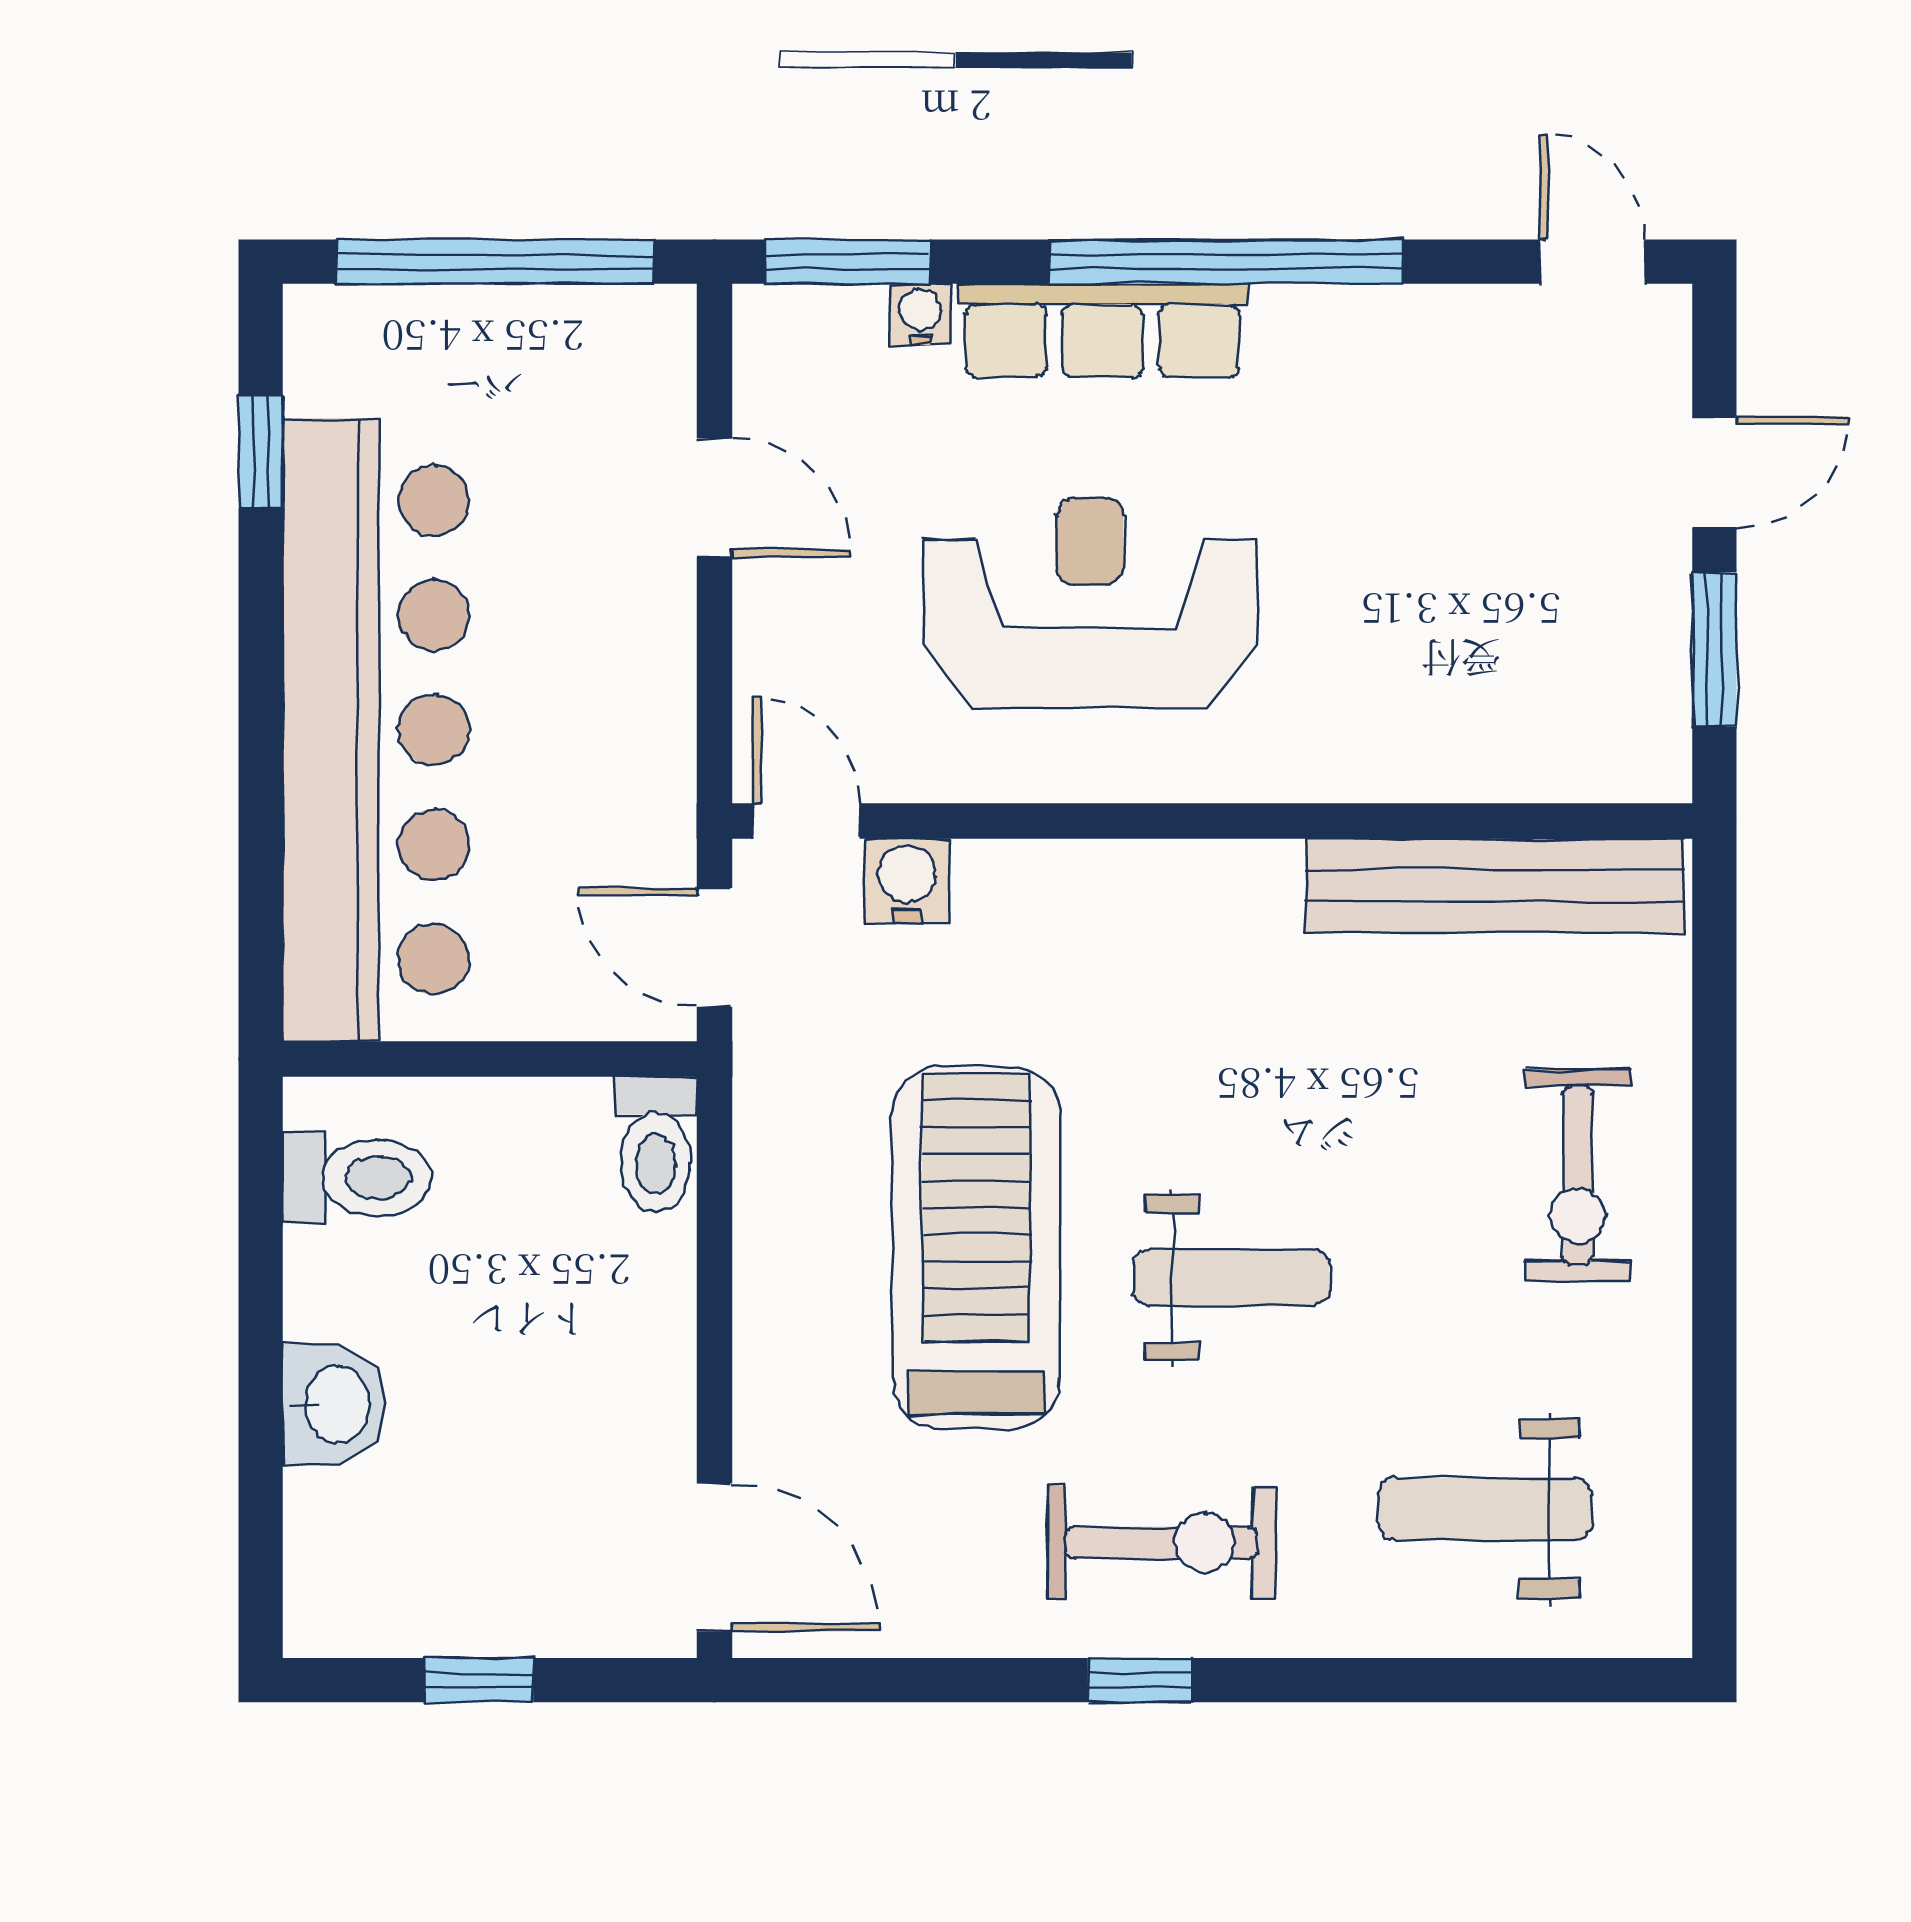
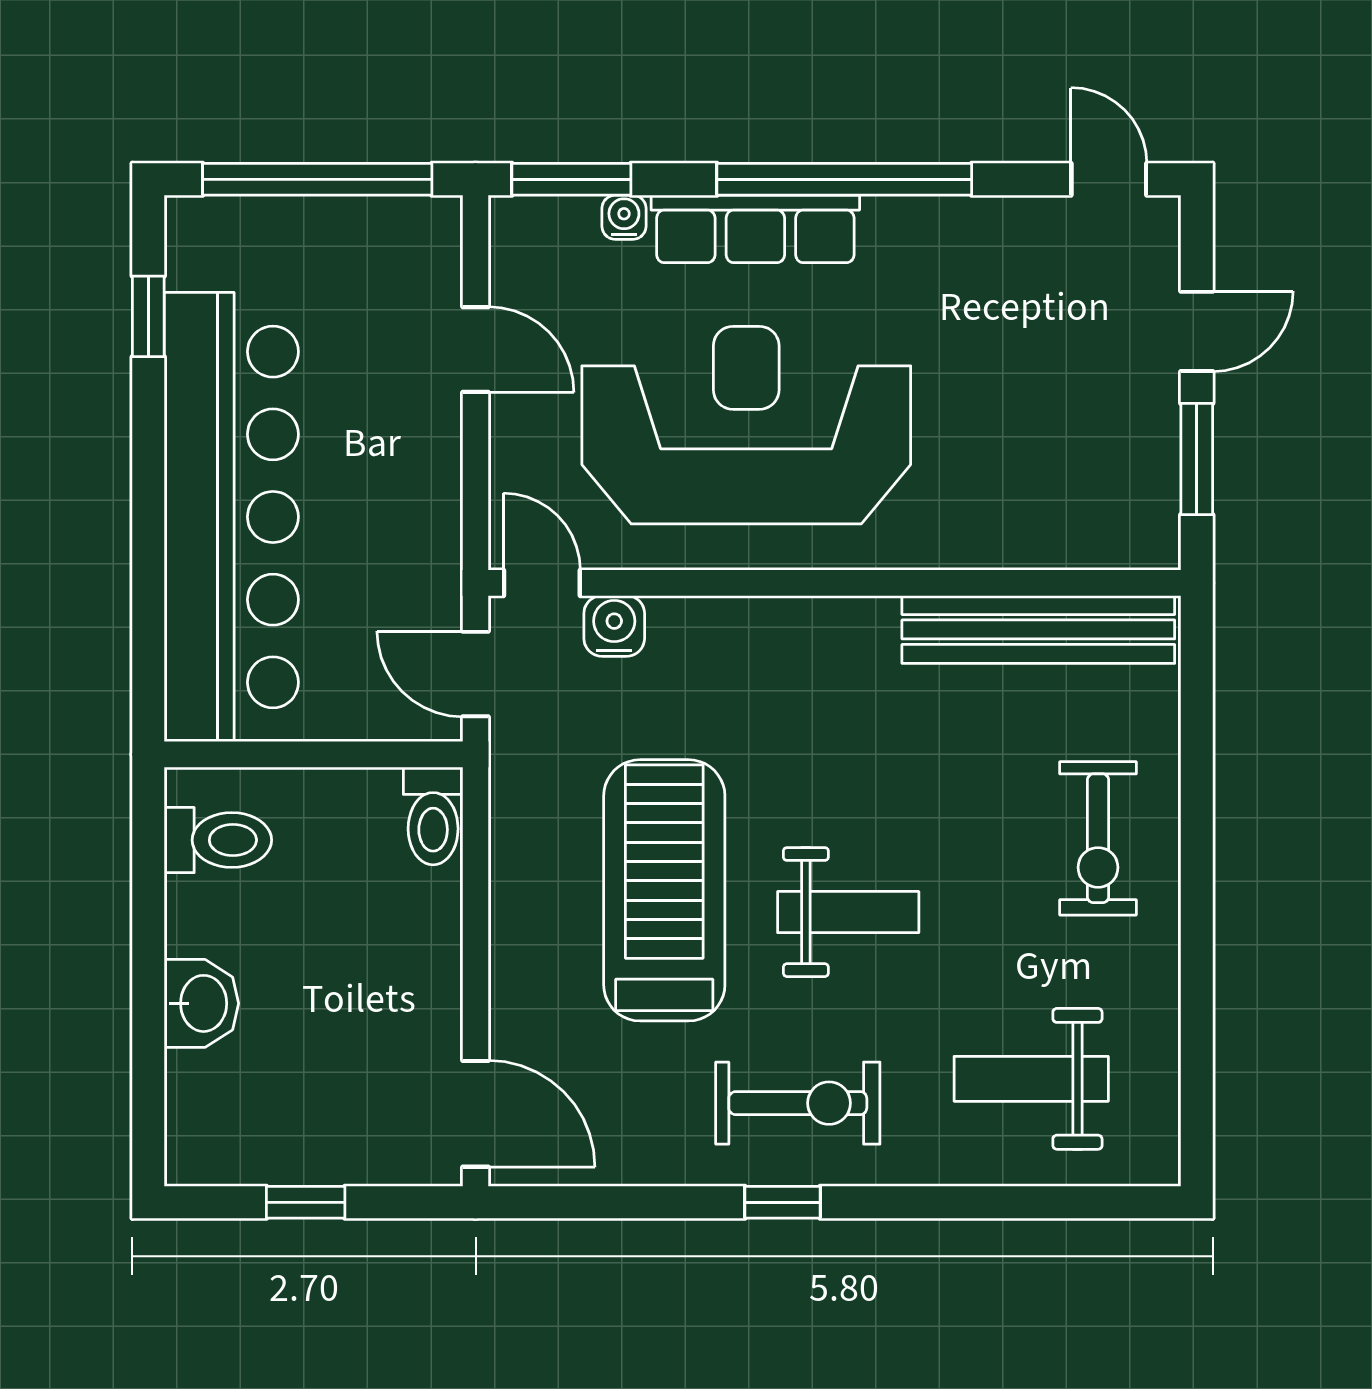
reception desk: (1090, 602) -> (746, 425), width x1.36, depth x1.30

